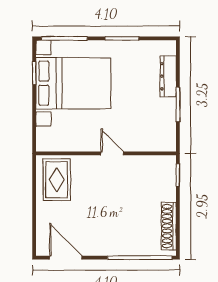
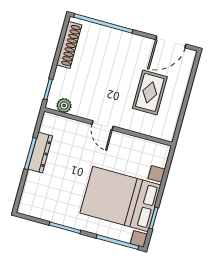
dresser: (168, 76) -> (40, 152), moved
plant: (157, 163) -> (64, 106), added
rug: (57, 180) -> (150, 92), moved
door: (66, 258) -> (171, 42), hinge flipped

